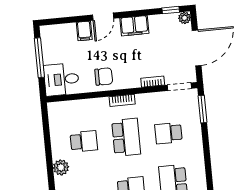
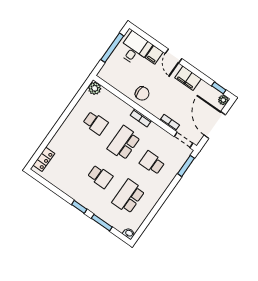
door: (103, 17) -> (174, 56), hinge flipped
door: (197, 48) -> (215, 125), swing flipped
desk: (61, 79) -> (135, 49), moved, turned 90
school desk: (126, 137) -> (124, 143), turned 180
plant: (61, 167) -> (95, 88), moved

